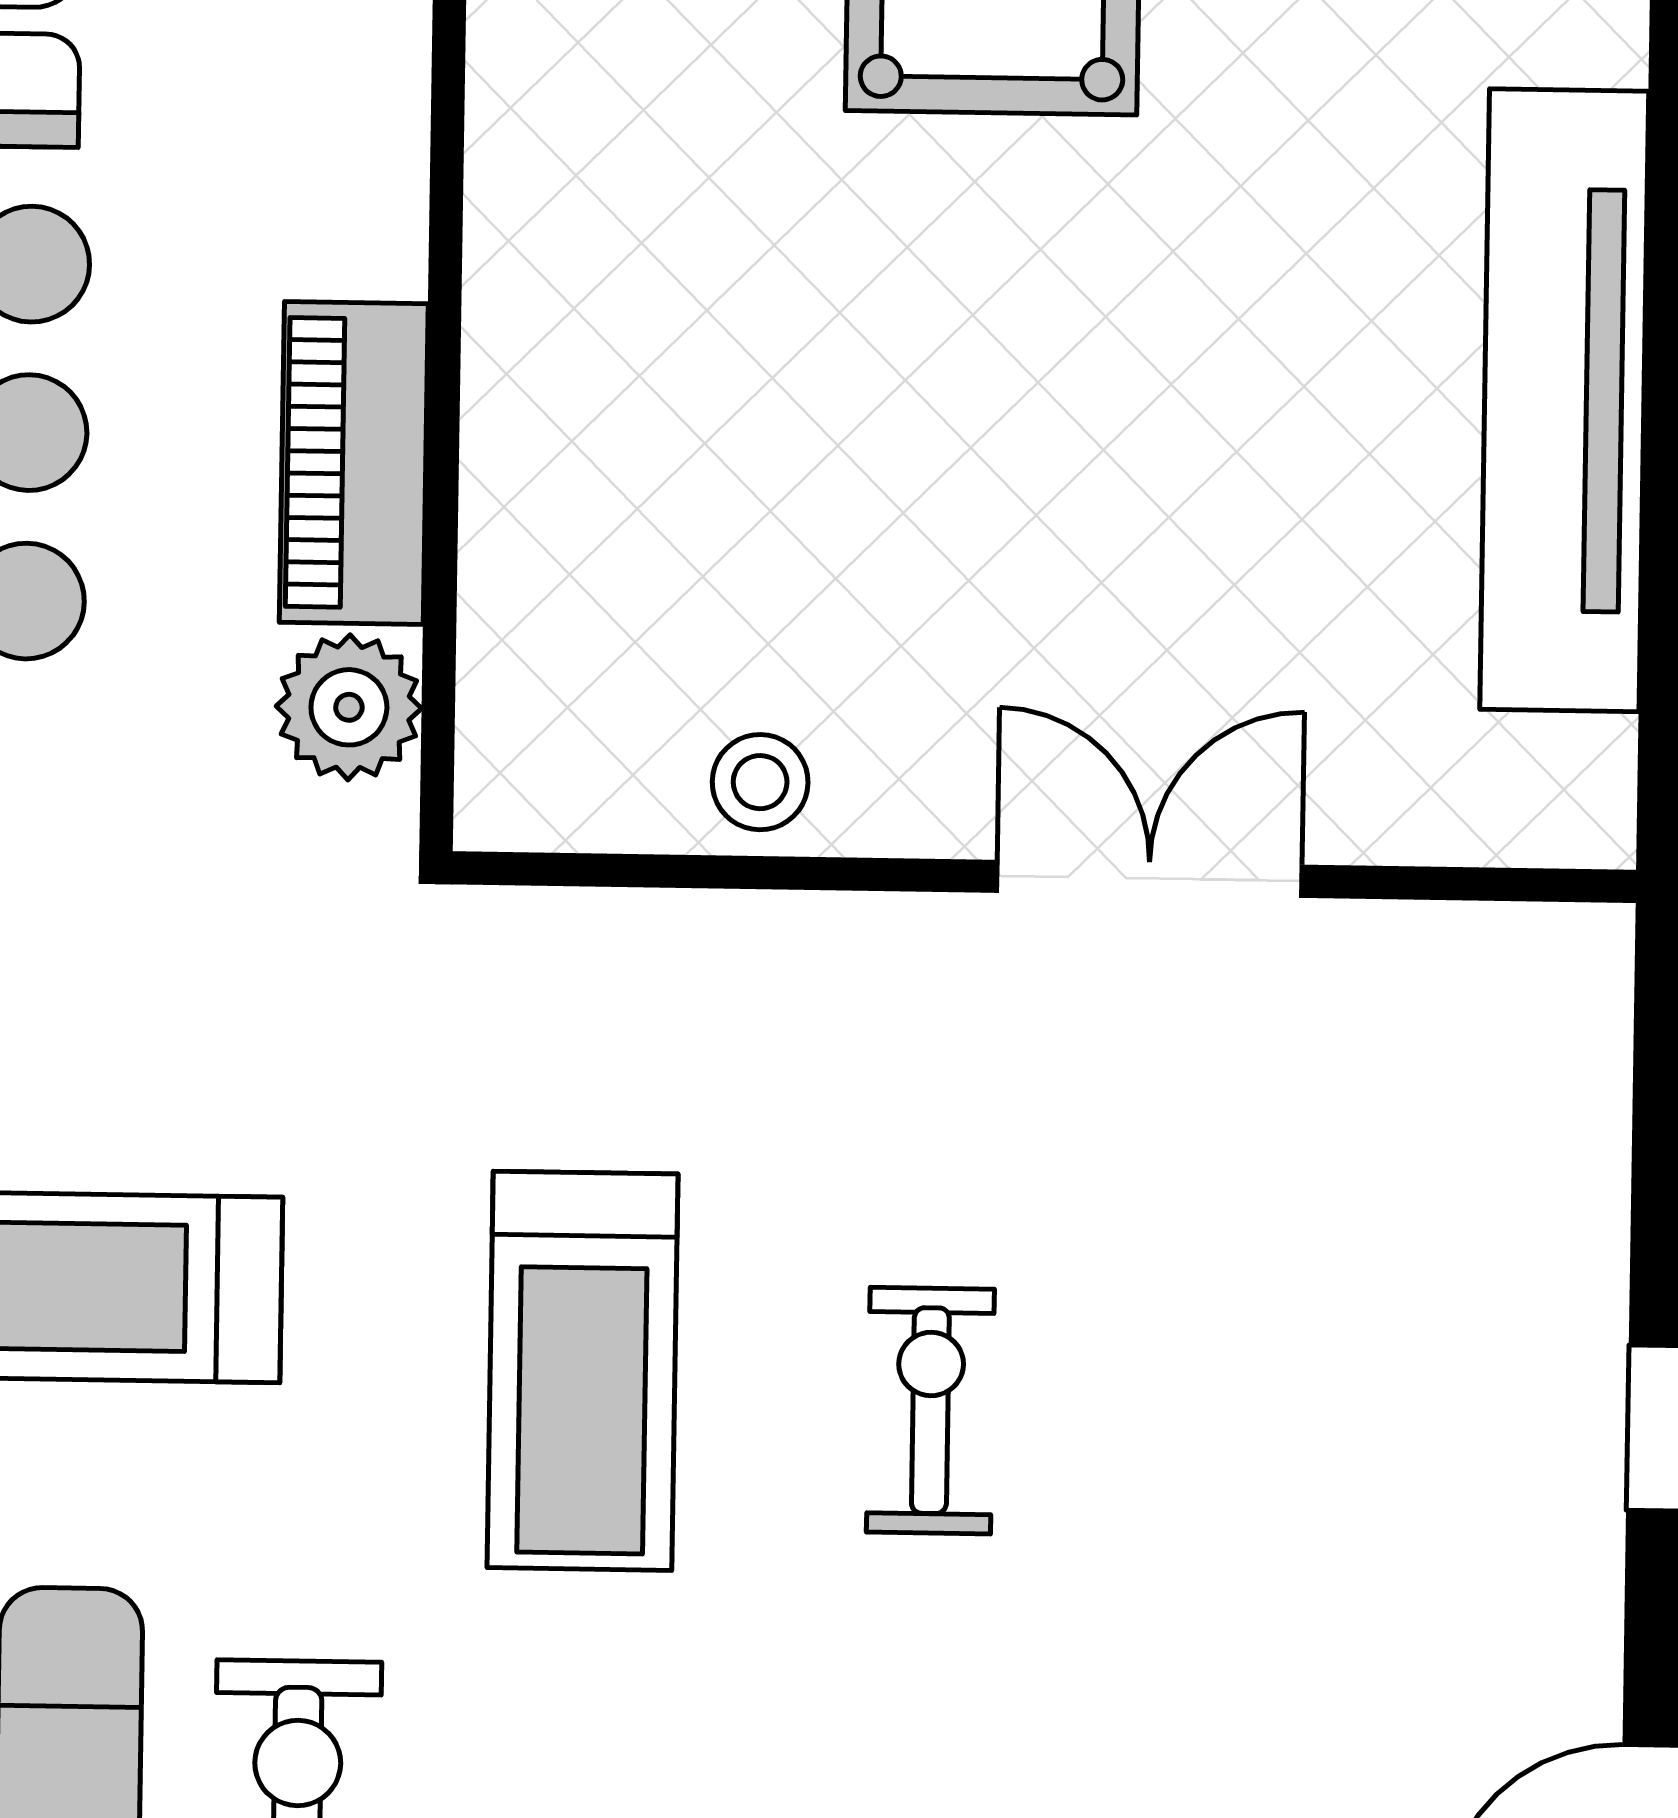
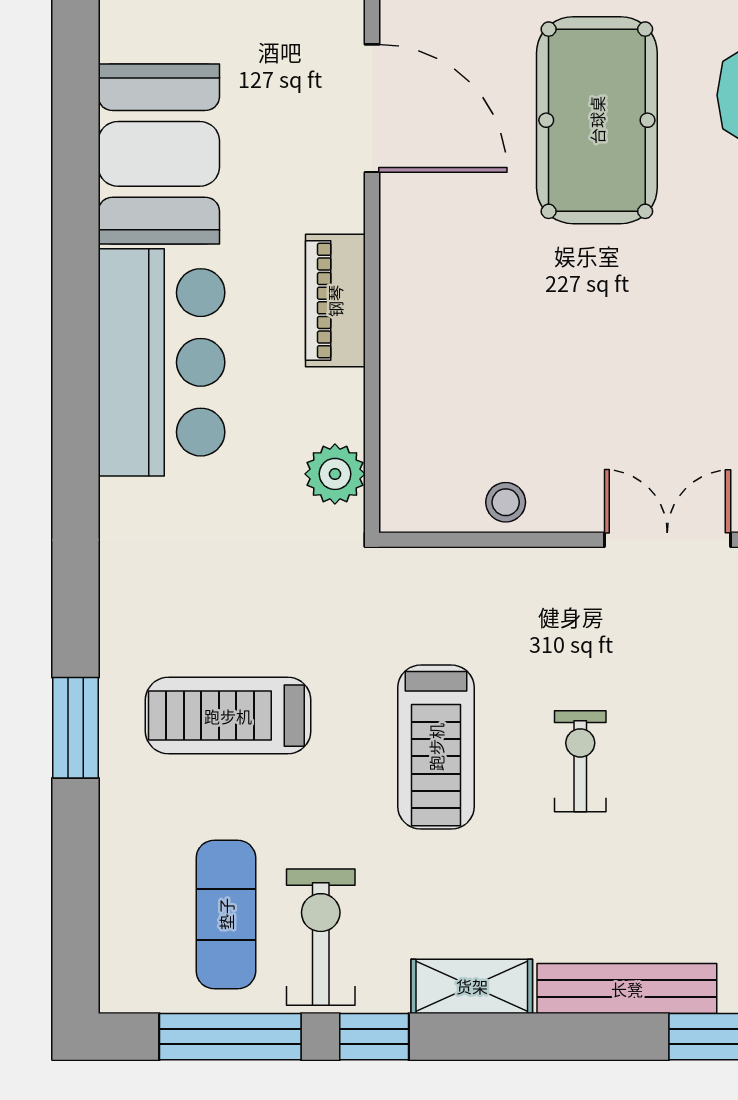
piano: (354, 463) -> (335, 301), moved

